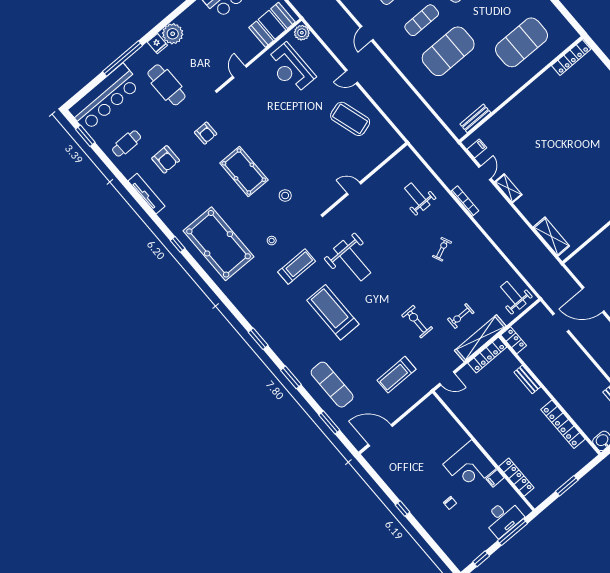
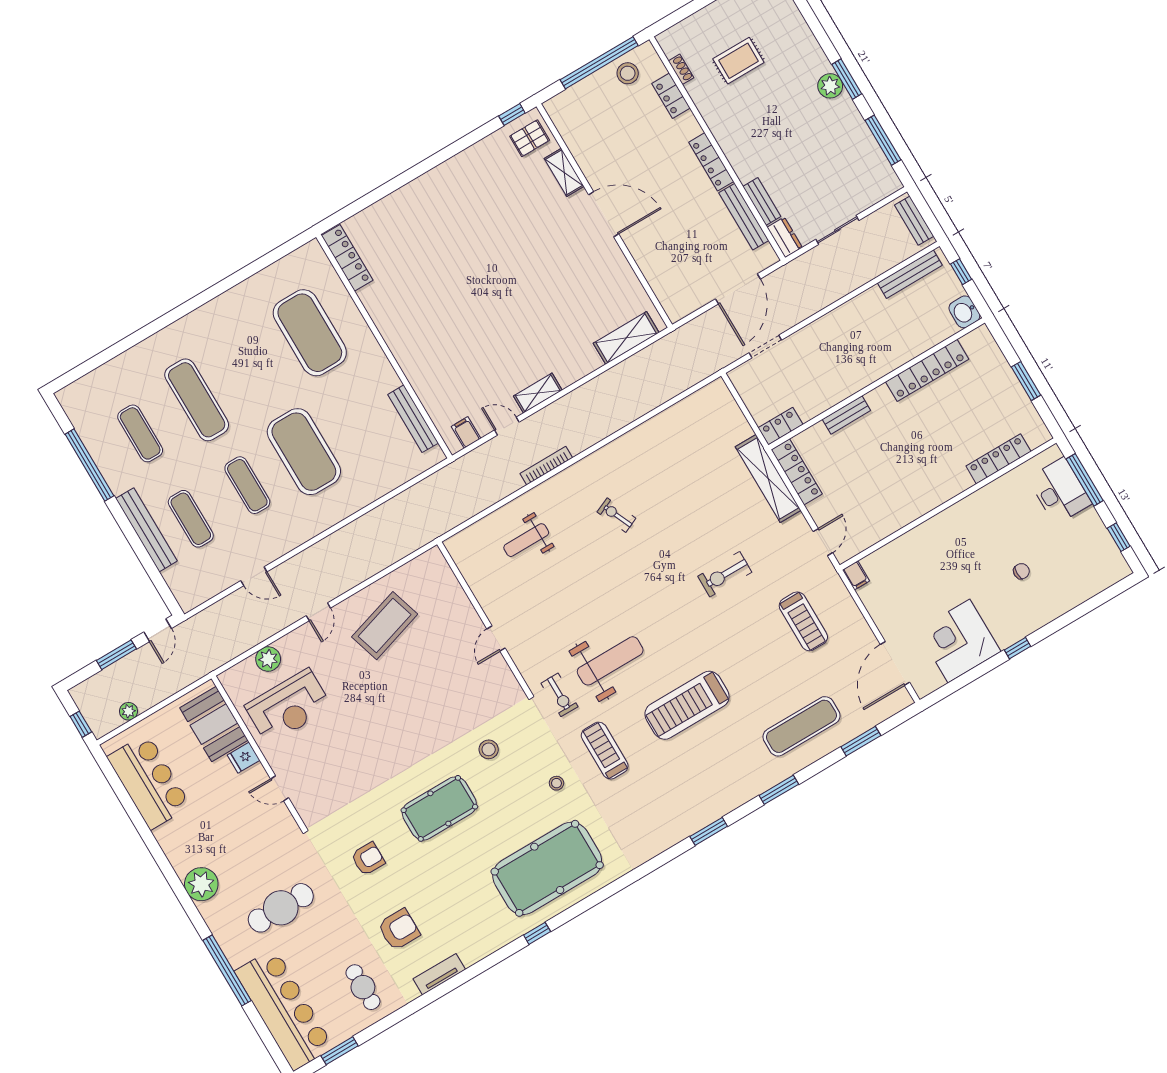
plant: (302, 33) -> (268, 659), moved
fridge: (157, 44) -> (244, 758), moved, turned 180
bench: (475, 118) -> (413, 419), width x1.36
tv unit: (147, 194) -> (439, 974), width x0.71
weight bench: (513, 295) -> (709, 415), removed
exercise bike: (461, 316) -> (559, 695), moved
corner desk: (469, 466) -> (959, 641), moved, turned 180
filing cabinet: (495, 478) -> (856, 575), moved

